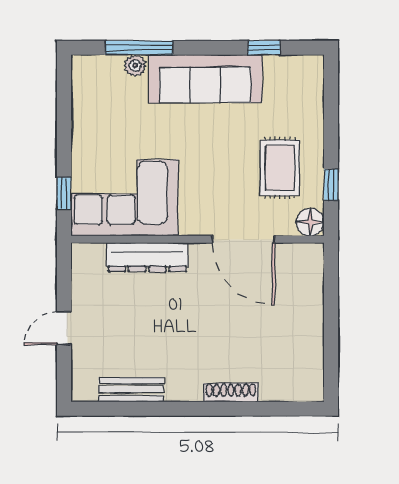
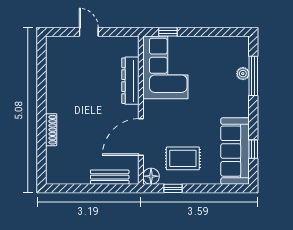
sofa: (205, 79) -> (235, 151), moved
bench: (131, 389) -> (110, 177), moved, turned 90

